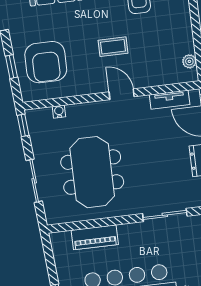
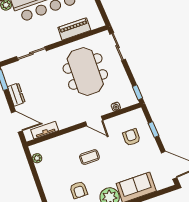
armchair: (46, 62) -> (132, 137), width x0.53, depth x0.53
door: (122, 94) -> (94, 121), moved
sliding door: (34, 181) -> (118, 47), moved

